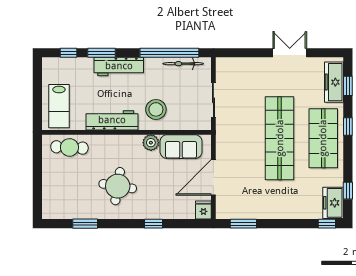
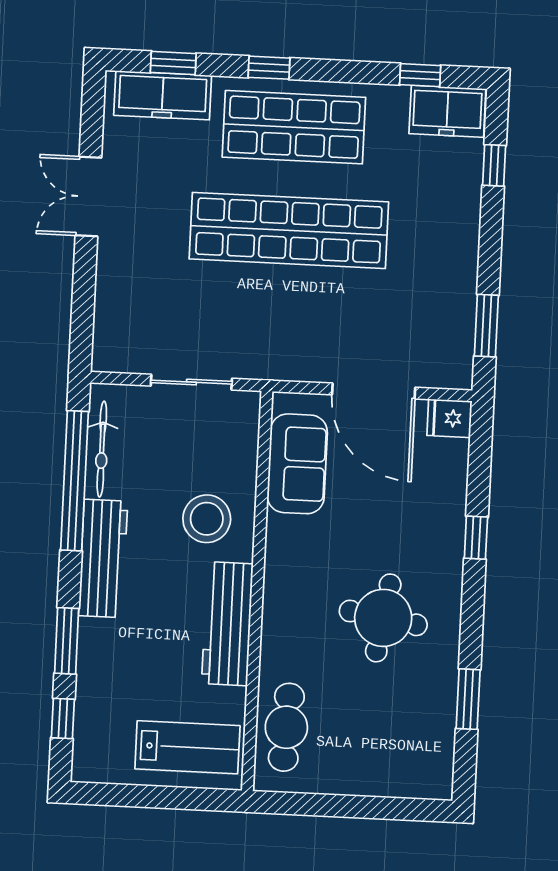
workbench: (119, 66) -> (103, 558), moved
plant: (151, 143) -> (284, 535), removed
window: (327, 224) -> (494, 165), moved

